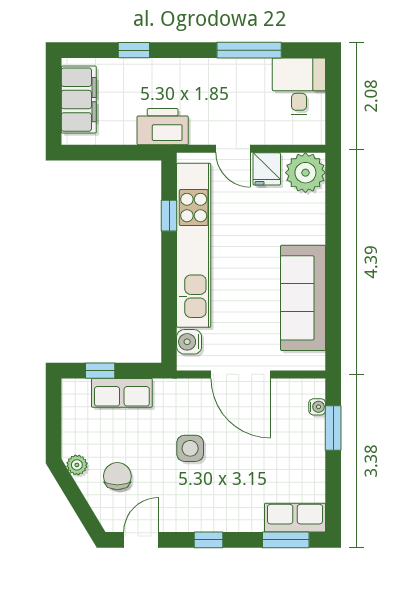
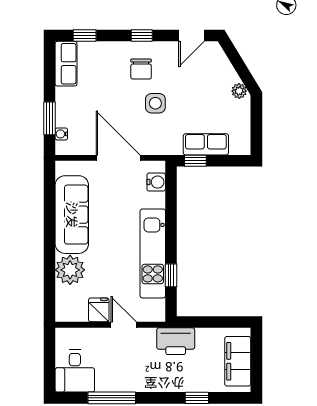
plant: (305, 173) -> (70, 270), moved
kitchen unit: (194, 245) -> (153, 253), width x0.73
window: (100, 371) -> (195, 161), moved
chair: (117, 476) -> (141, 69), moved
row of seats: (295, 518) -> (66, 64), moved, turned -90
window: (286, 540) -> (85, 36), width x0.67

